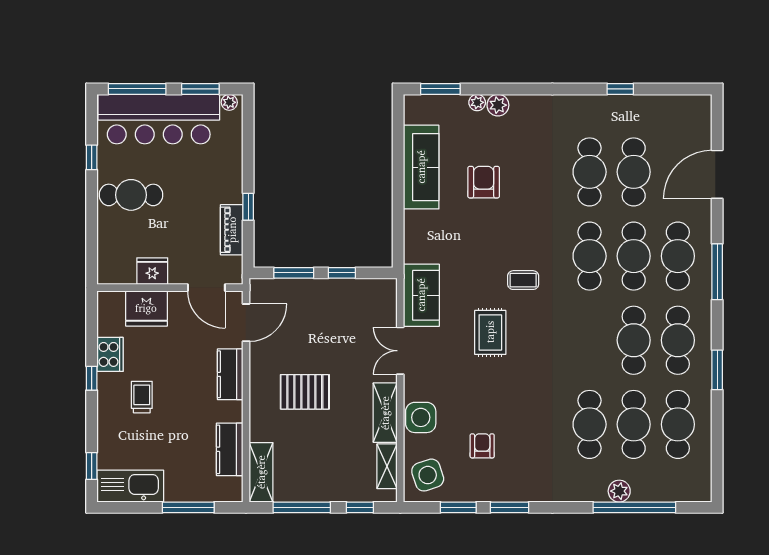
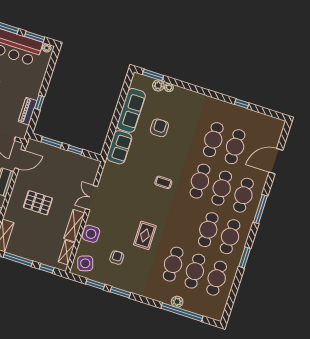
plant: (498, 105) -> (158, 85), moved
sofa: (421, 295) -> (119, 147), moved
rug: (490, 332) -> (145, 235), moved

